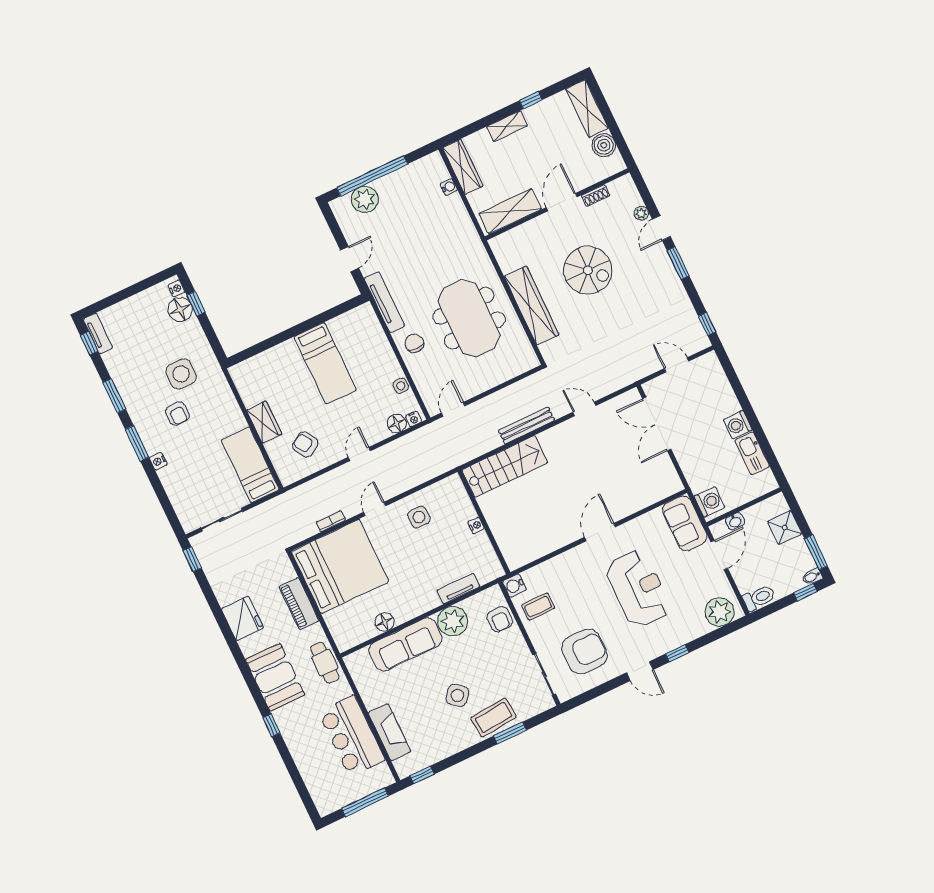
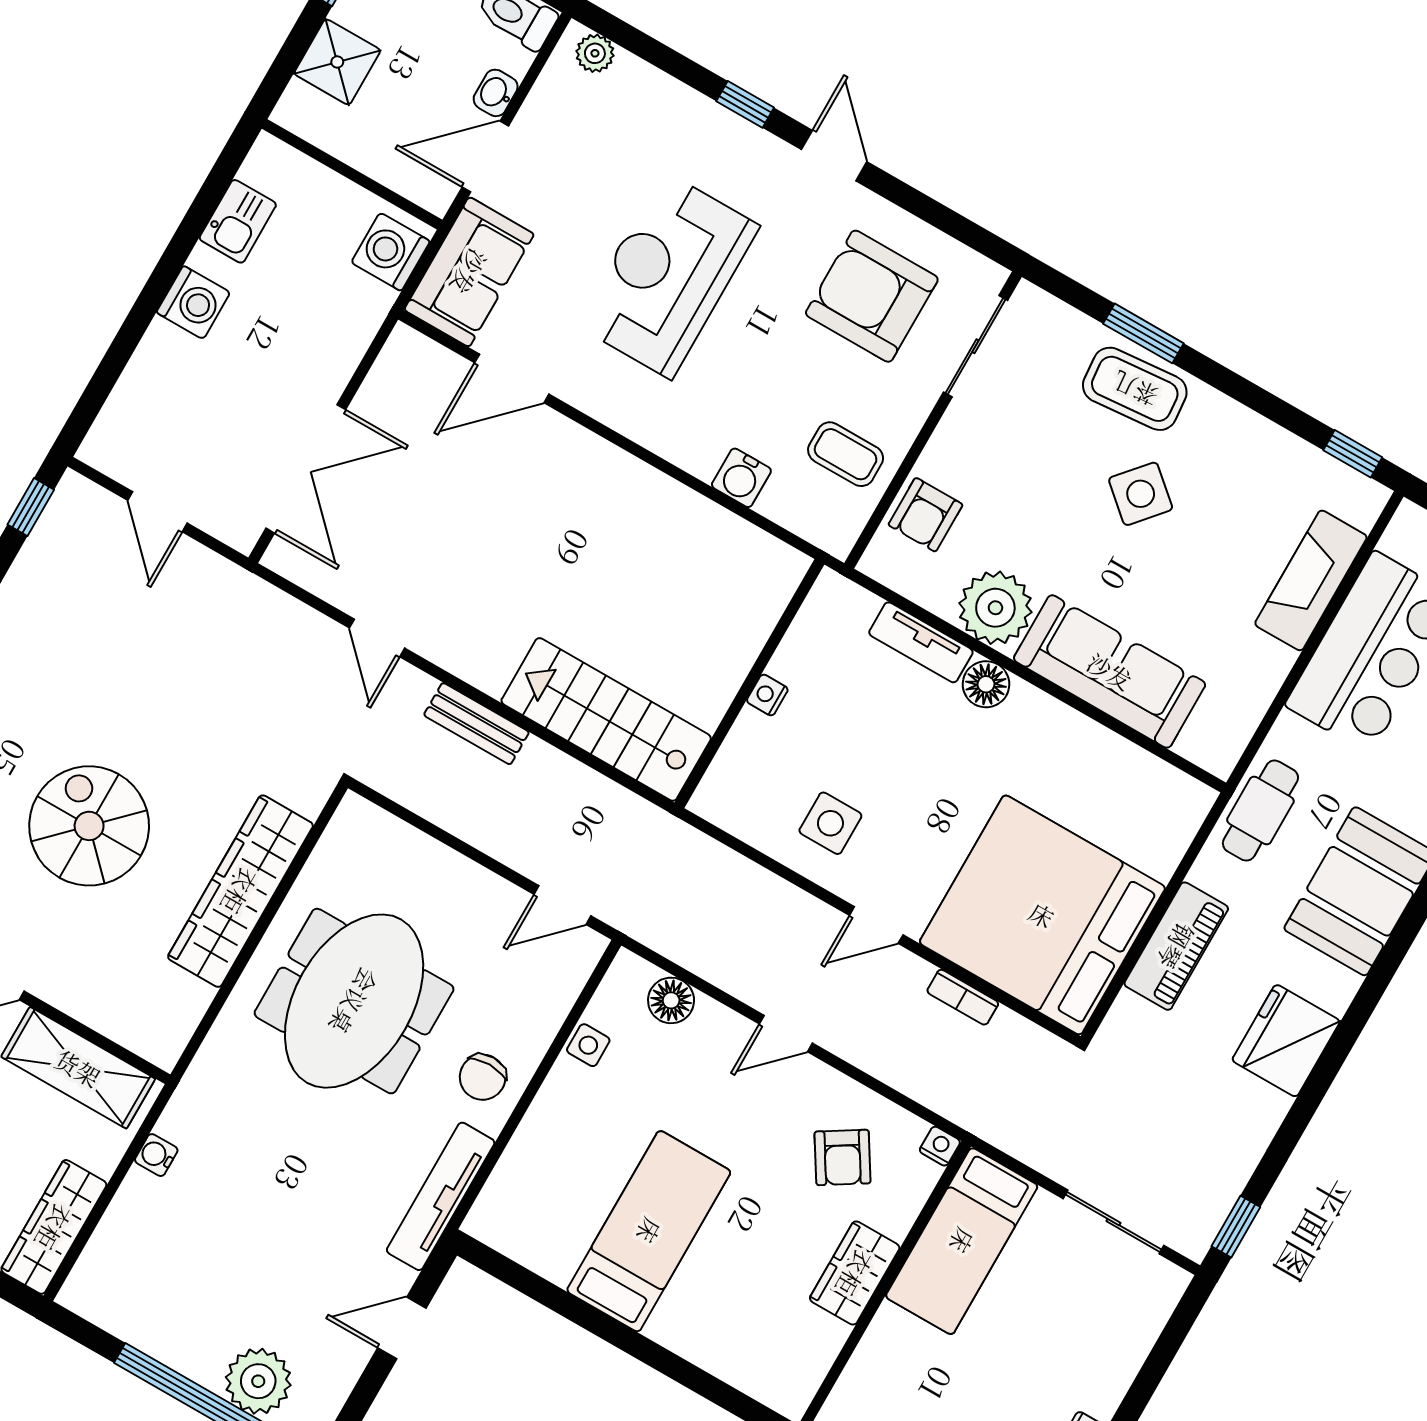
water cooler: (449, 187) -> (156, 1155), moved
nightstand: (414, 419) -> (940, 1146), moved
bench: (526, 425) -> (476, 724), width x0.73
kitchen sink: (752, 453) -> (238, 221), width x0.73
washbasin: (735, 521) -> (496, 93), moved, turned -90
door: (600, 532) -> (512, 378), moved
water cooler: (514, 585) -> (741, 478), moved, turned 90
plant: (720, 612) -> (595, 53), width x0.53, depth x0.53
armchair: (500, 619) -> (926, 515), turned 180
floor lamp: (385, 622) -> (986, 684), moved

